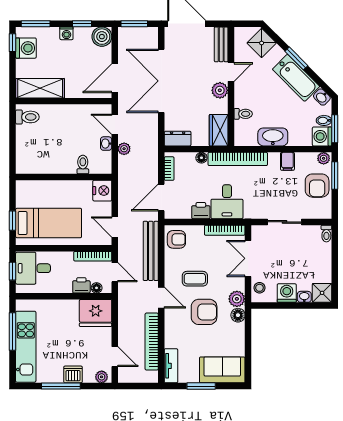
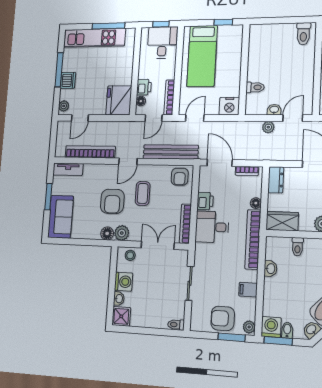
washbasin: (273, 137) -> (270, 269), width x0.52, depth x0.69
window: (13, 221) -> (223, 22), moved

